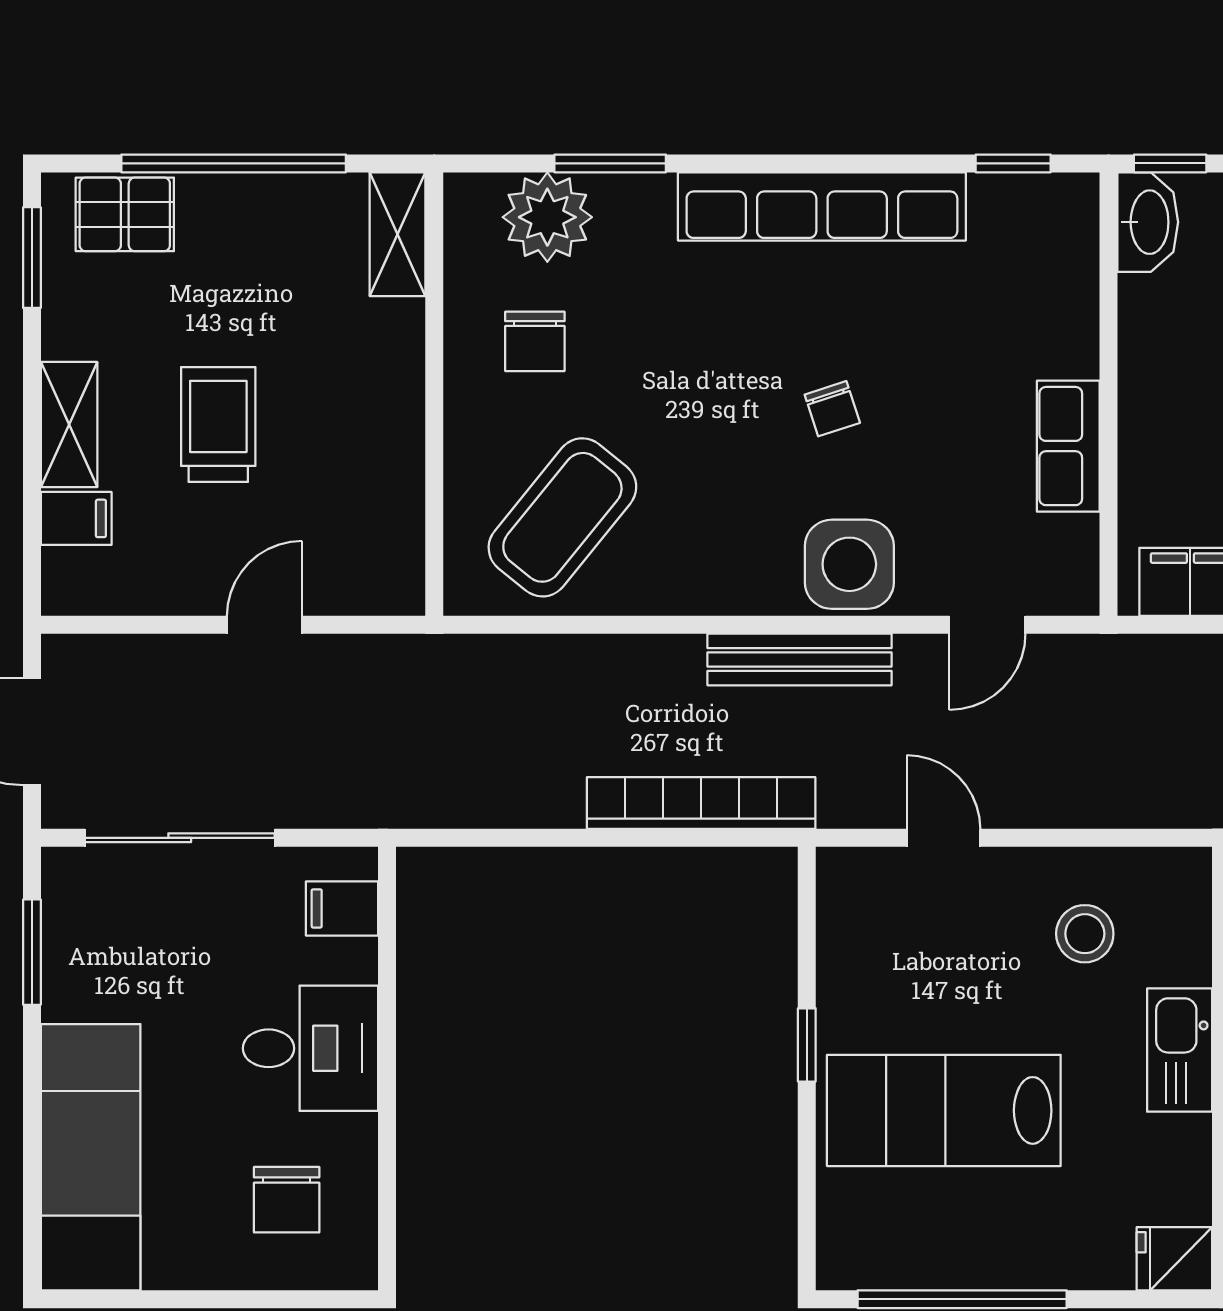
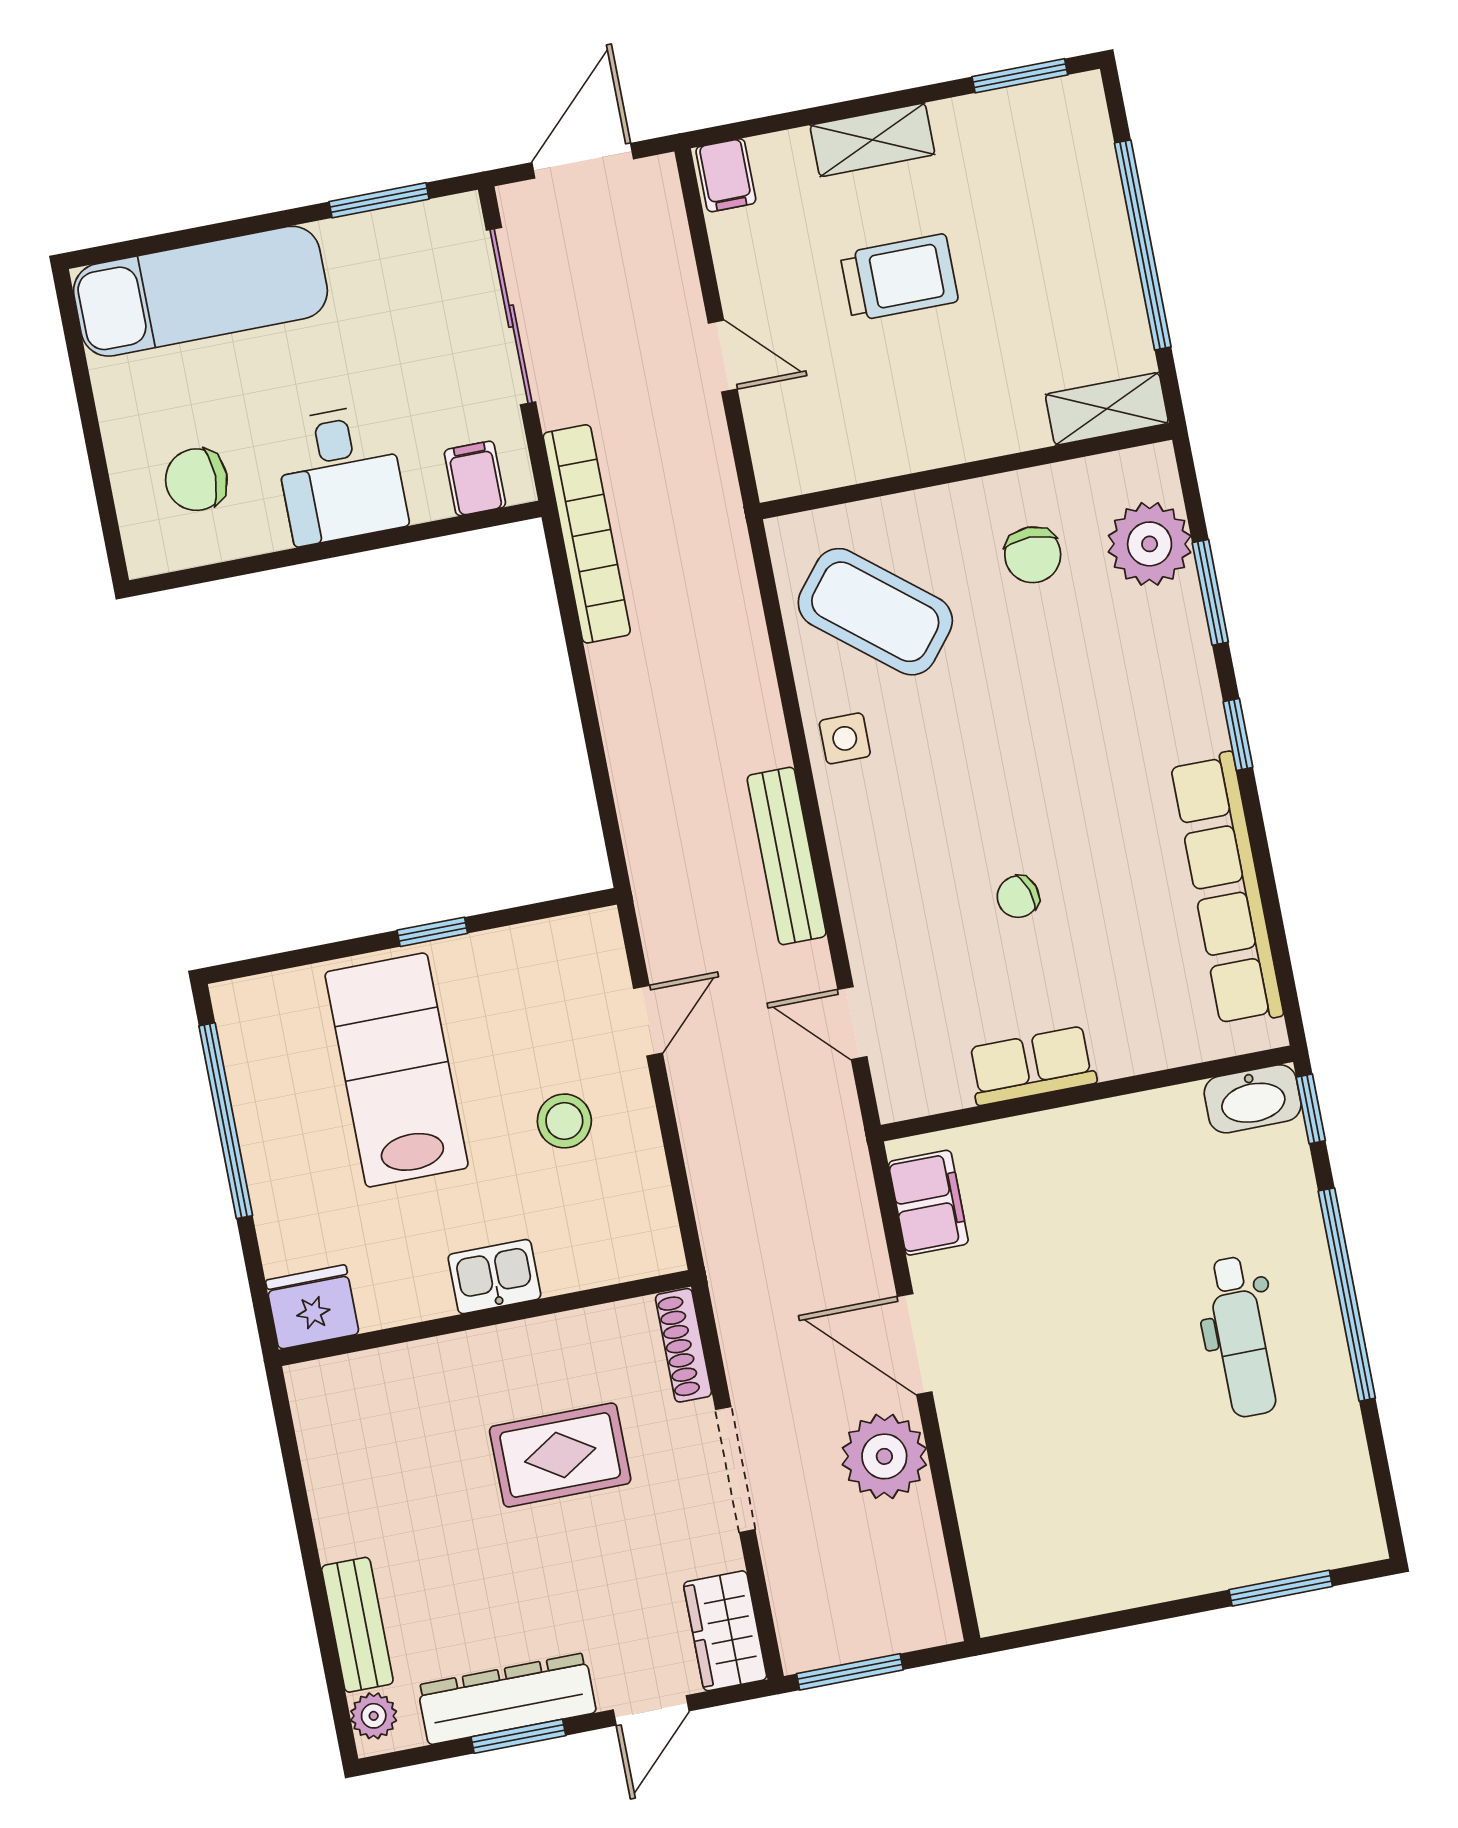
window: (1013, 163) -> (1238, 735), moved
row of seats: (822, 206) -> (1227, 889), moved
pallet: (125, 214) -> (1076, 154), removed
chair: (535, 341) -> (1033, 555), turned -90
chair: (832, 409) -> (1018, 897), moved
filing cabinet: (76, 518) -> (726, 175), moved
side table: (849, 564) -> (845, 738), moved, width x0.54, depth x0.54
bookcase: (701, 803) -> (587, 534), moved
stool: (1085, 934) -> (564, 1121), moved
kitchen sink: (1180, 1050) -> (494, 1277), width x0.73
fridge: (1174, 1259) -> (312, 1307), width x1.38

